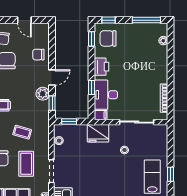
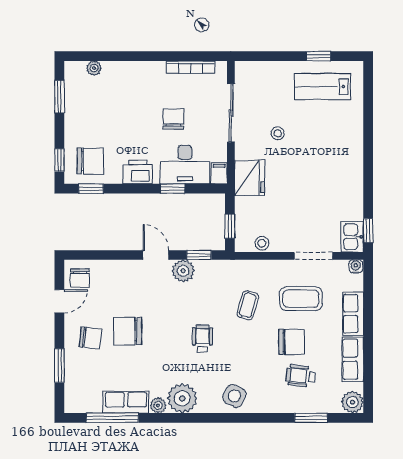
window: (146, 20) -> (59, 97), width x0.69
chair: (108, 38) -> (90, 161), turned -90
chair: (38, 55) -> (80, 278), moved
chair: (133, 88) -> (173, 119), added

